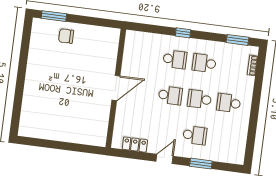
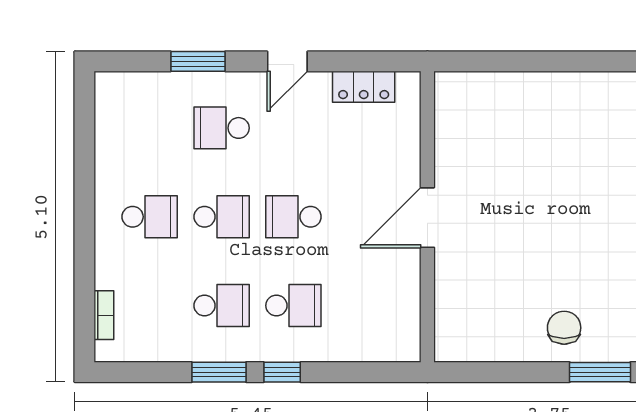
chair: (66, 36) -> (564, 328), turned -90
window: (238, 40) -> (219, 372), moved
school desk: (175, 59) -> (293, 306), turned 180

